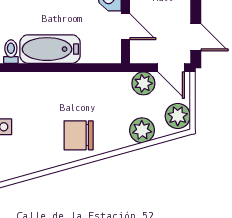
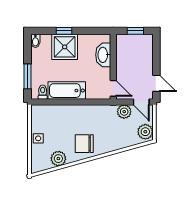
door: (126, 27) -> (113, 88), moved
plant: (142, 130) -> (58, 159), moved

